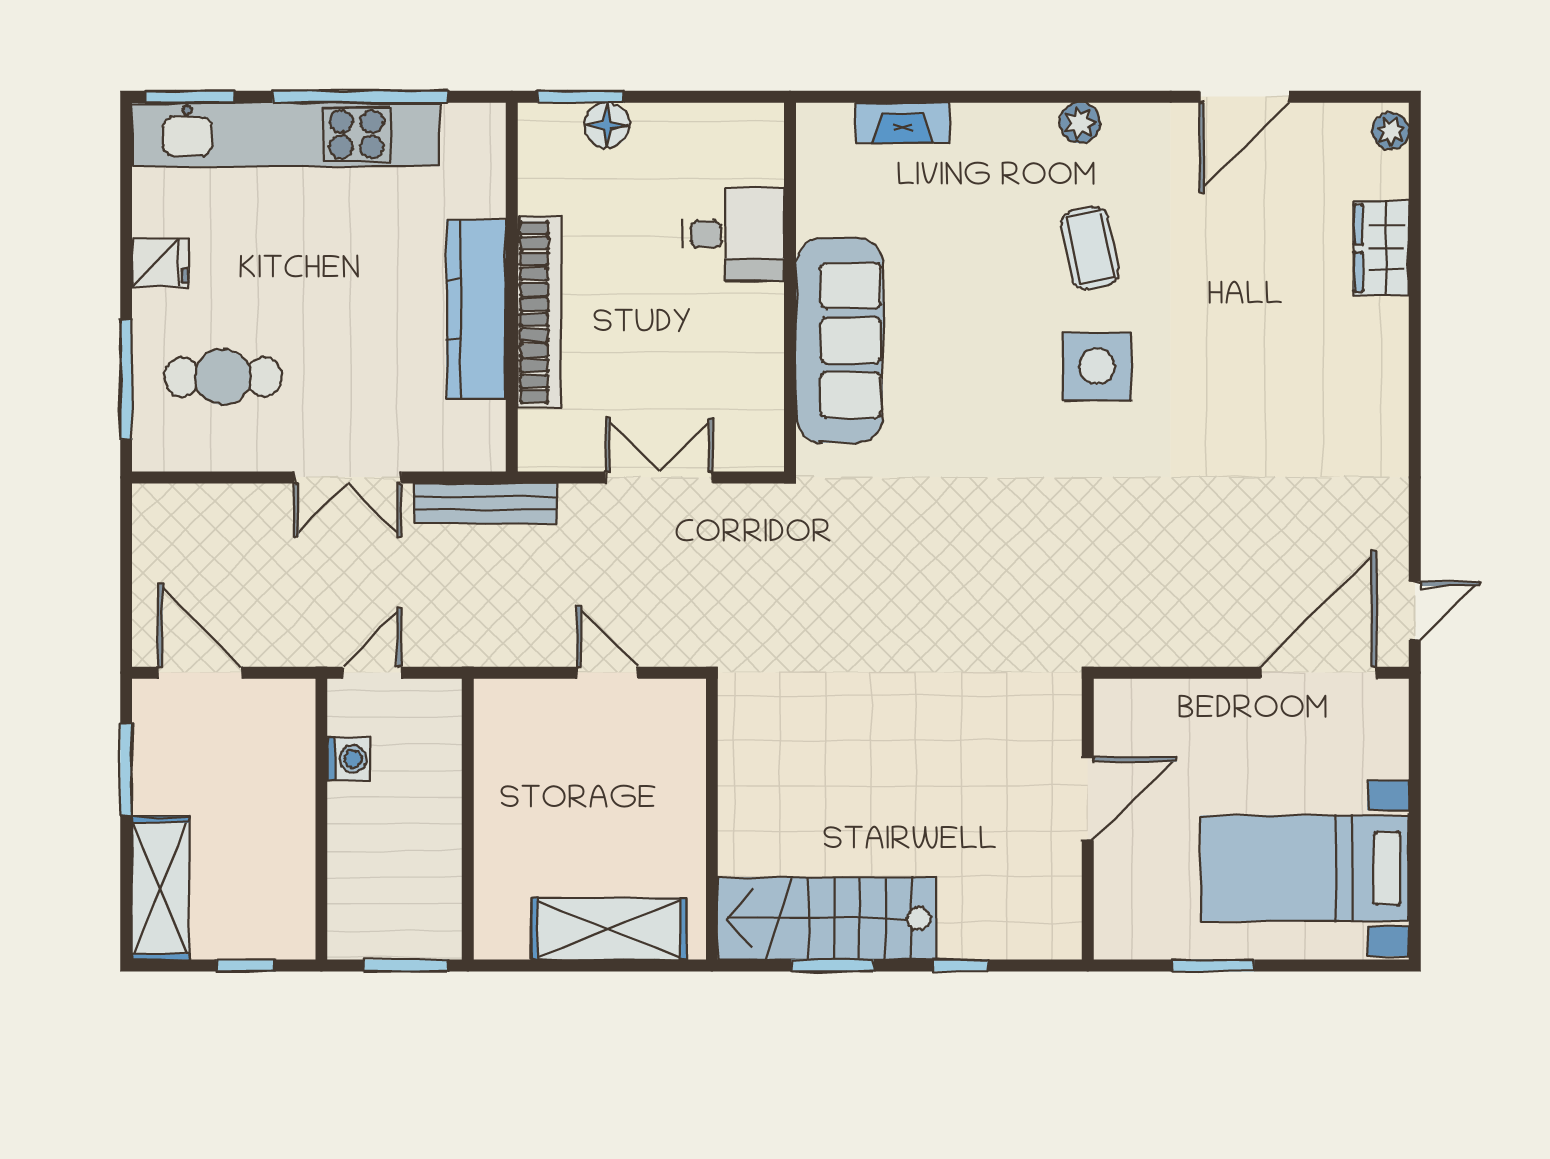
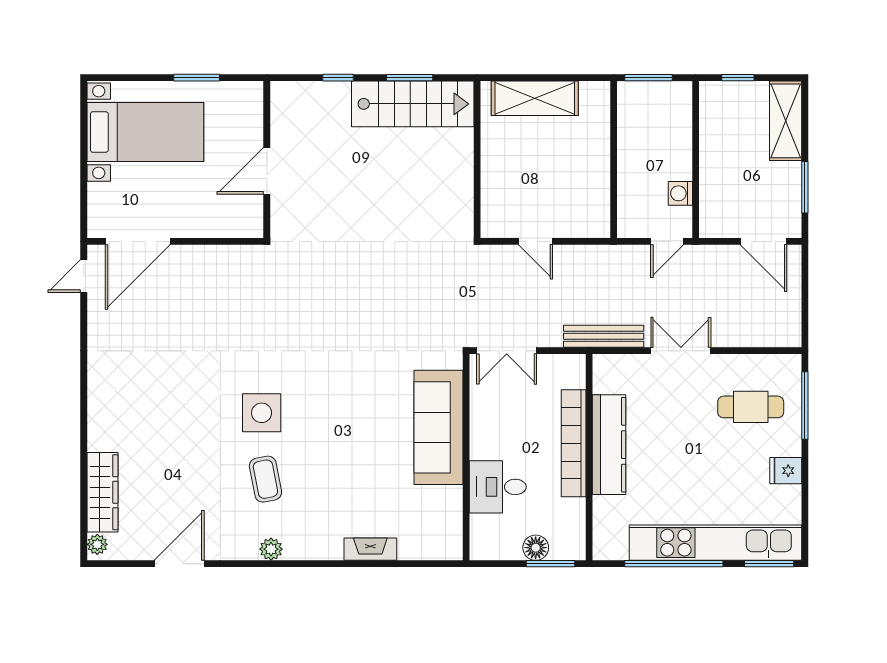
desk: (734, 234) -> (498, 487), moved
wardrobe: (1381, 248) -> (102, 492), width x1.50
wall: (790, 287) -> (466, 457), moved
sofa: (839, 340) -> (438, 427), moved

